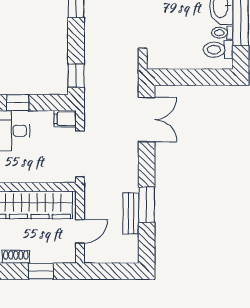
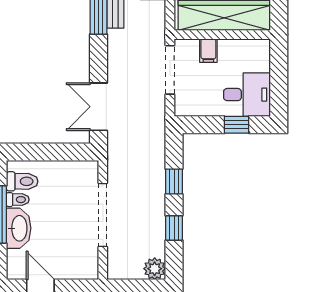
window: (76, 76) -> (174, 181), moved
filing cabinet: (65, 119) -> (208, 51), moved, turned 90

